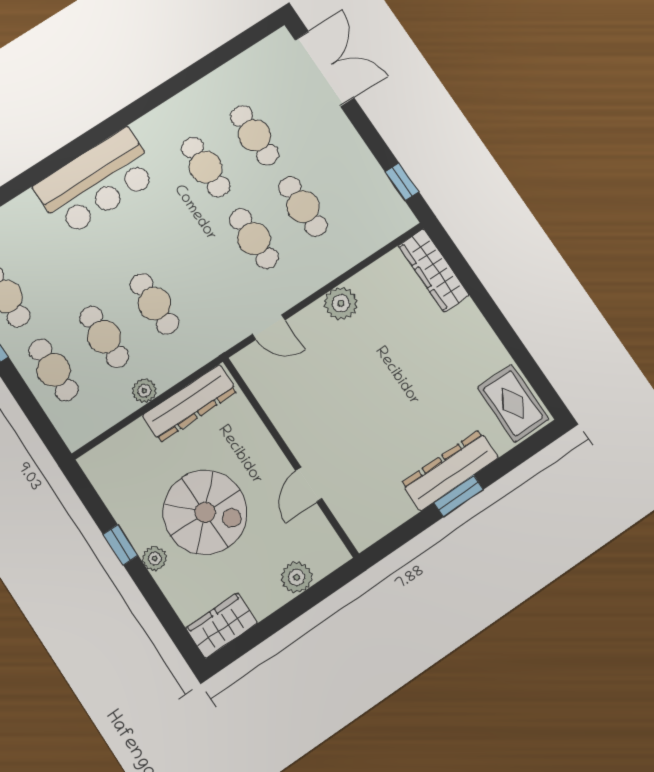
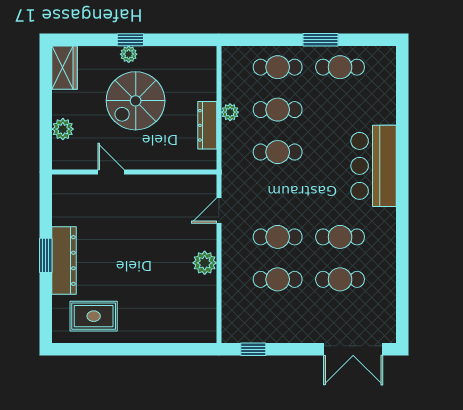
wardrobe: (434, 270) -> (187, 332), removed
dresser: (190, 403) -> (207, 125), width x0.73, depth x0.80
rug: (513, 403) -> (94, 316), moved
window: (121, 545) -> (130, 40), moved

